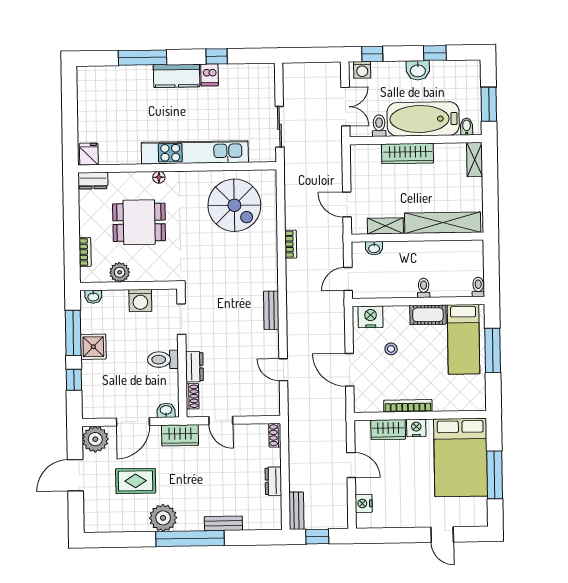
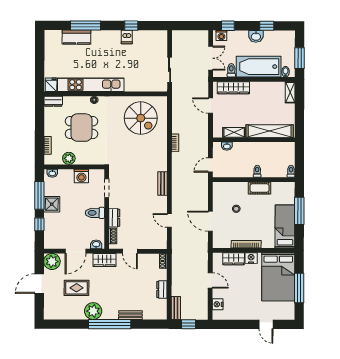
kitchen counter: (177, 76) -> (76, 37), moved
kitchen unit: (195, 152) -> (91, 85), moved
wardrobe: (408, 153) -> (233, 88), moved
door: (347, 205) -> (211, 106), moved
nightstand: (371, 317) -> (224, 189), removed
bed: (463, 339) -> (285, 226), moved, turned 180

